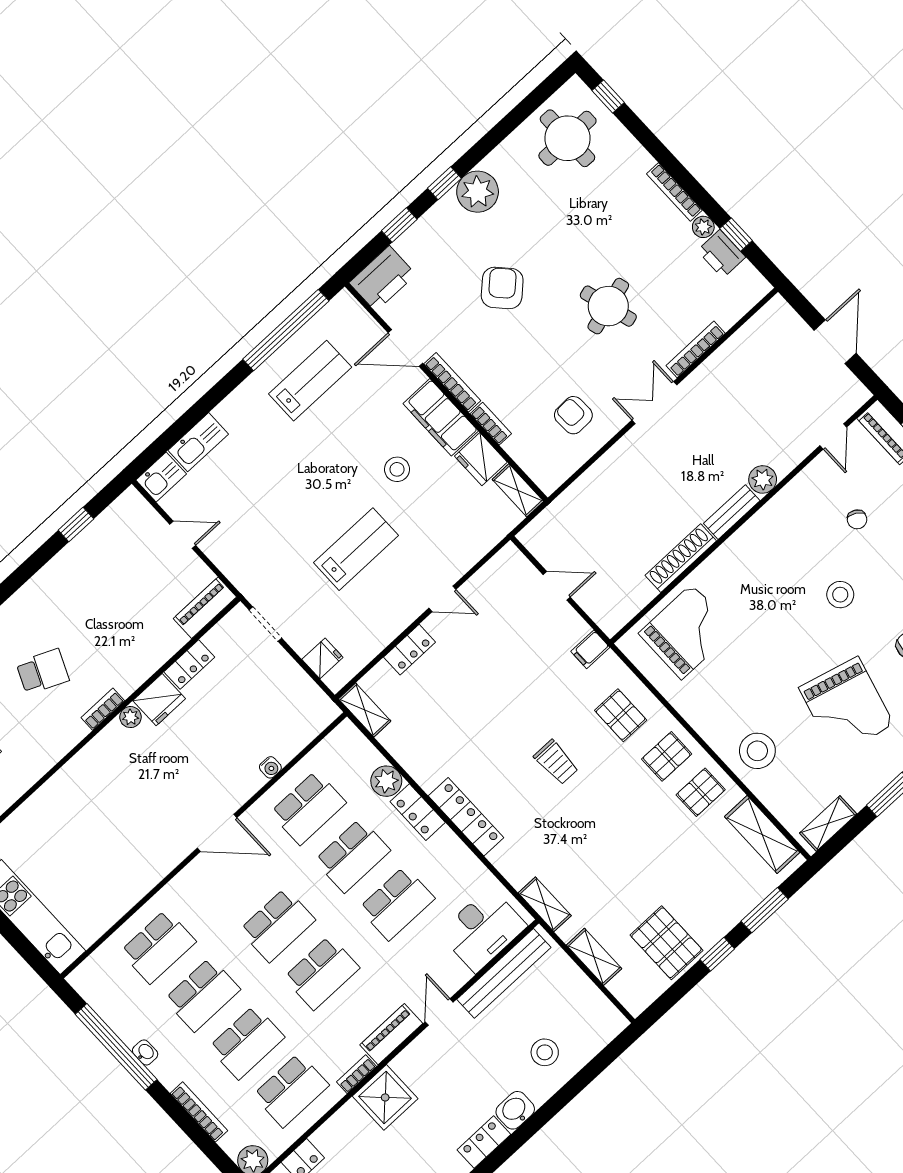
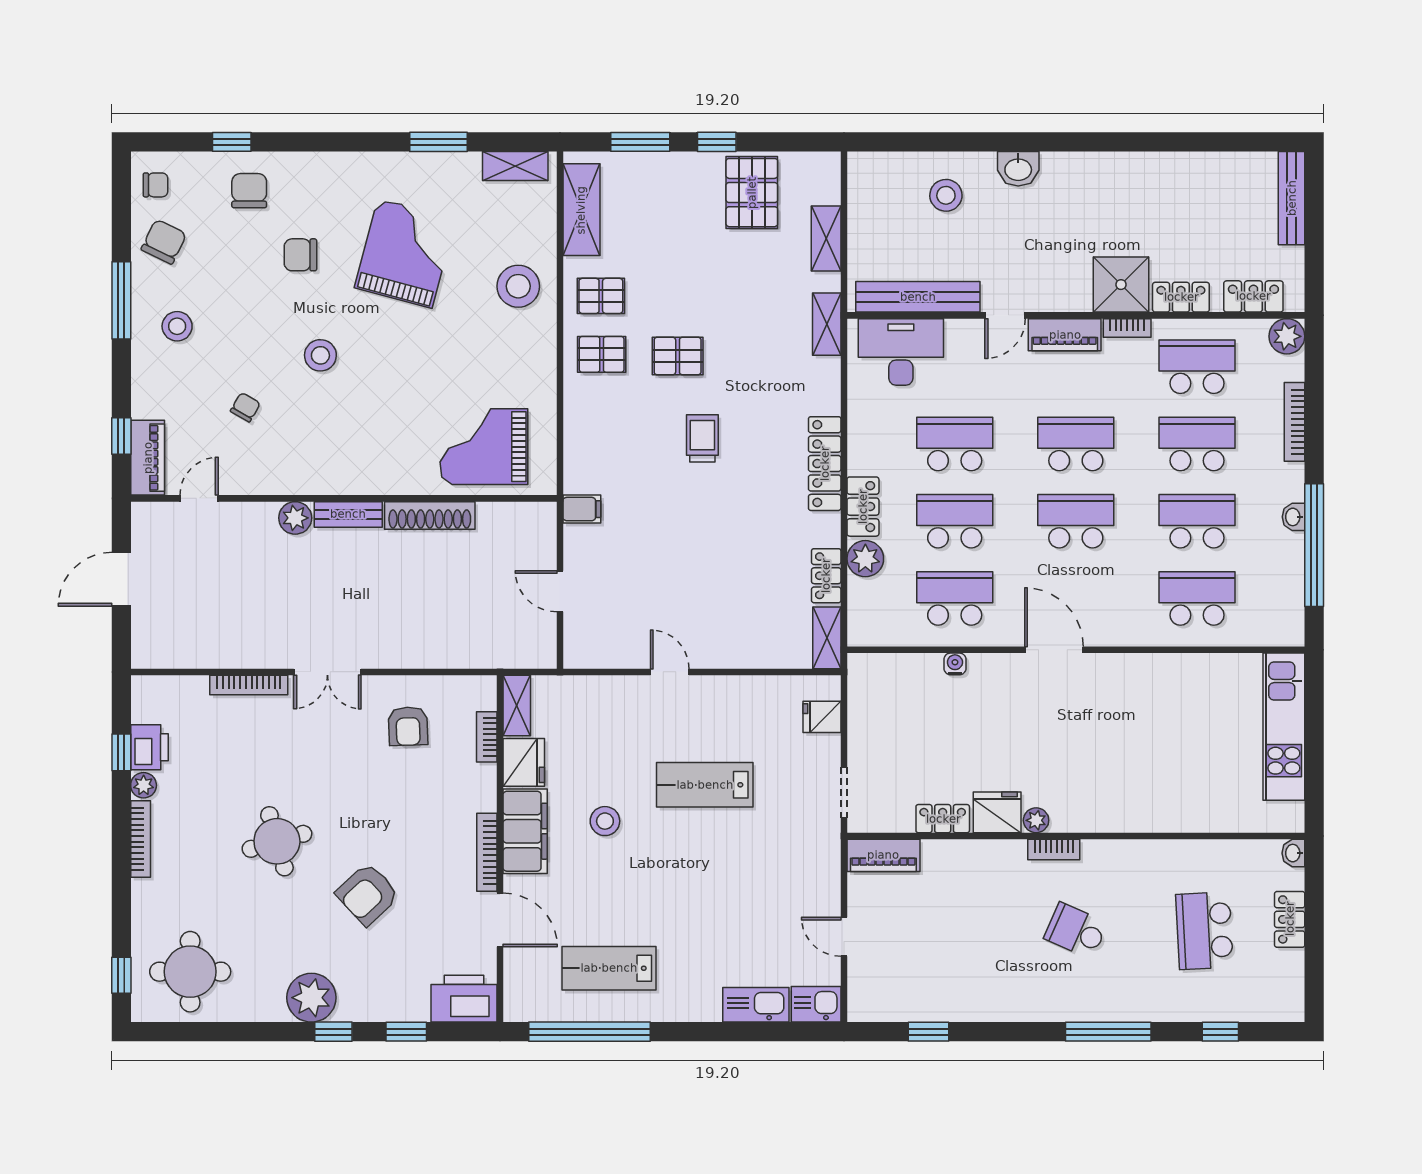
round table: (608, 306) -> (277, 841), moved
bookcase: (491, 424) -> (487, 737), moved
locker: (410, 650) -> (826, 576), moved, turned -90
pallet: (621, 715) -> (678, 356), moved, turned 90
locker: (484, 1142) -> (1181, 297), moved, turned 180

